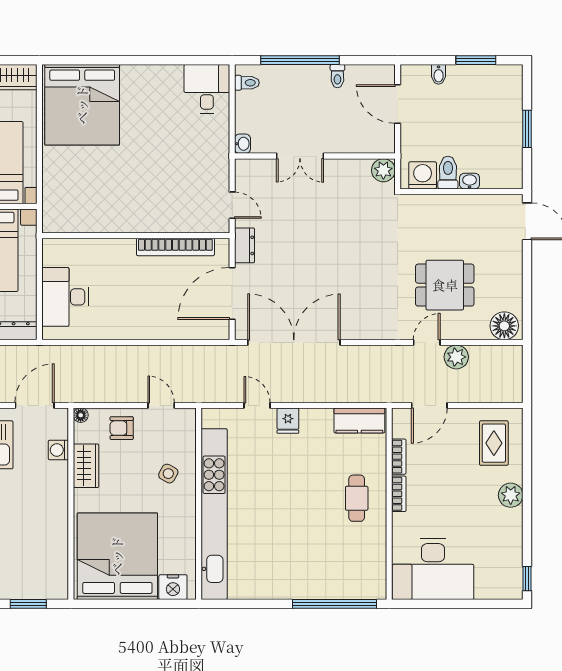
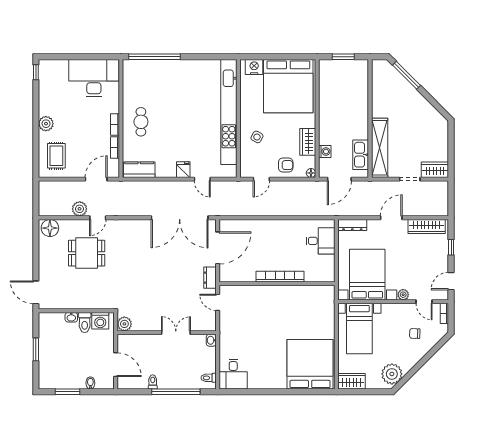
bookcase: (175, 247) -> (280, 277), moved
desk: (65, 297) -> (321, 241), width x0.73
door: (161, 405) -> (261, 179), hinge flipped

